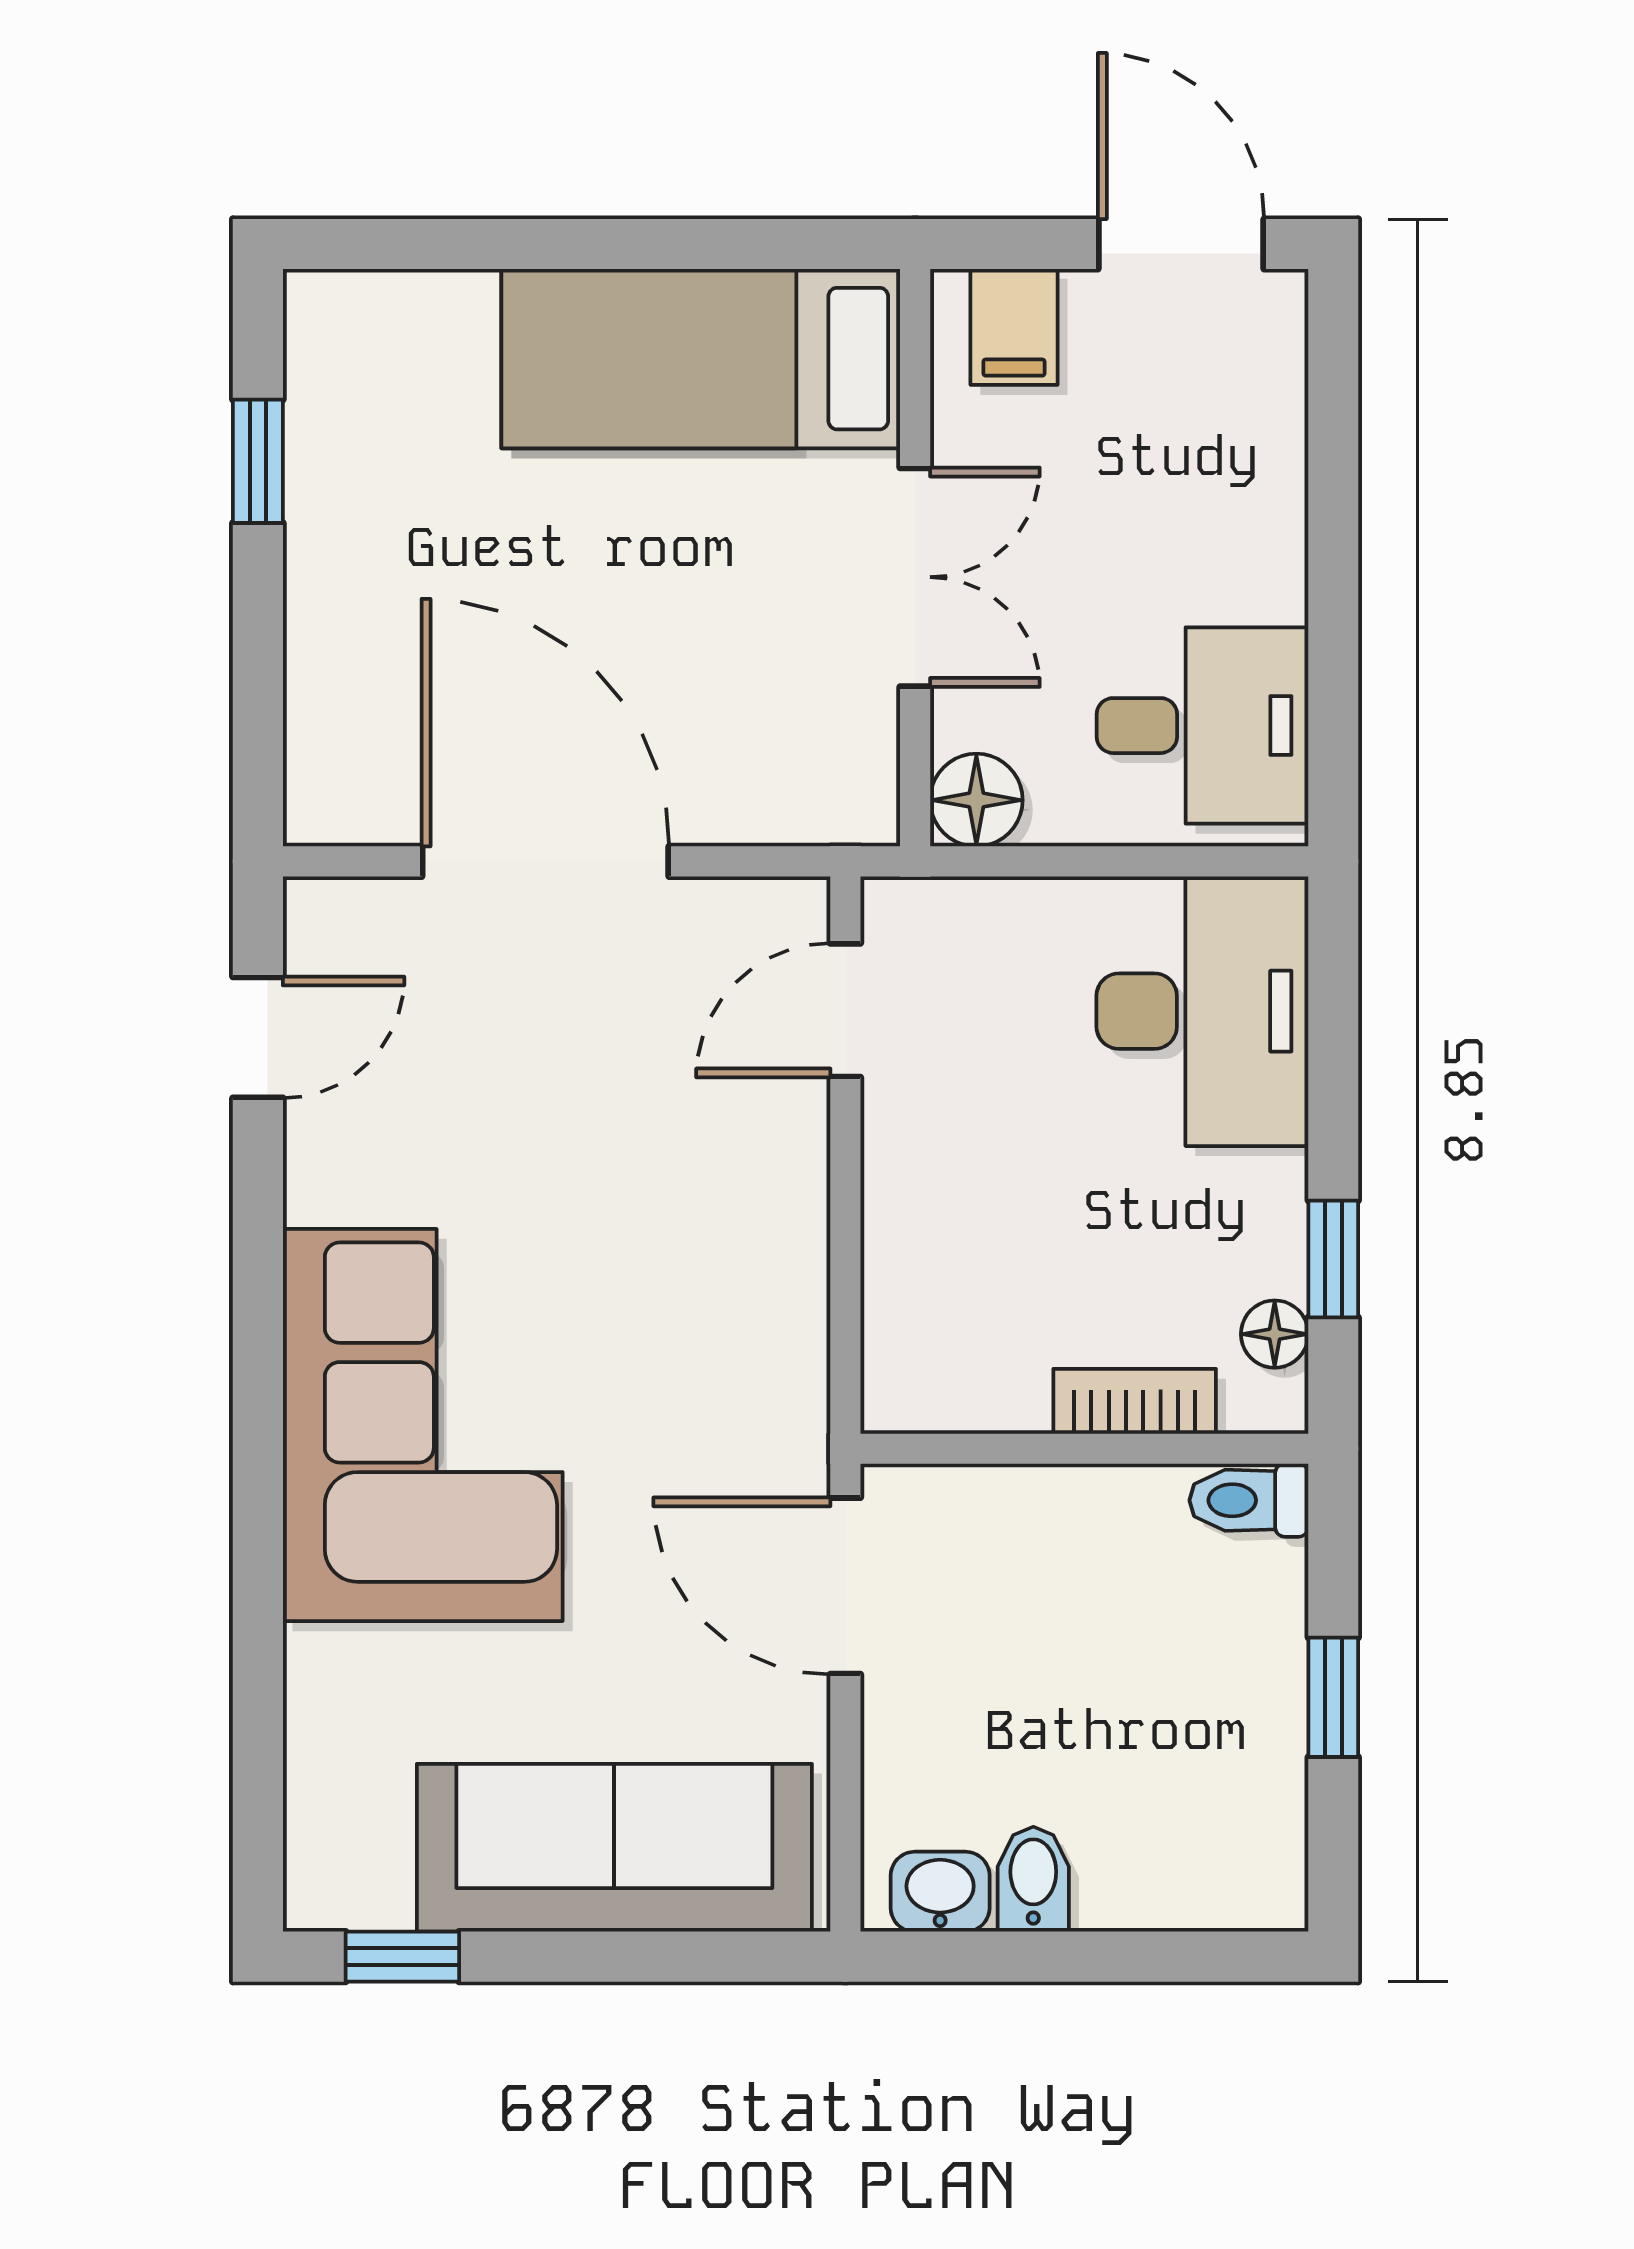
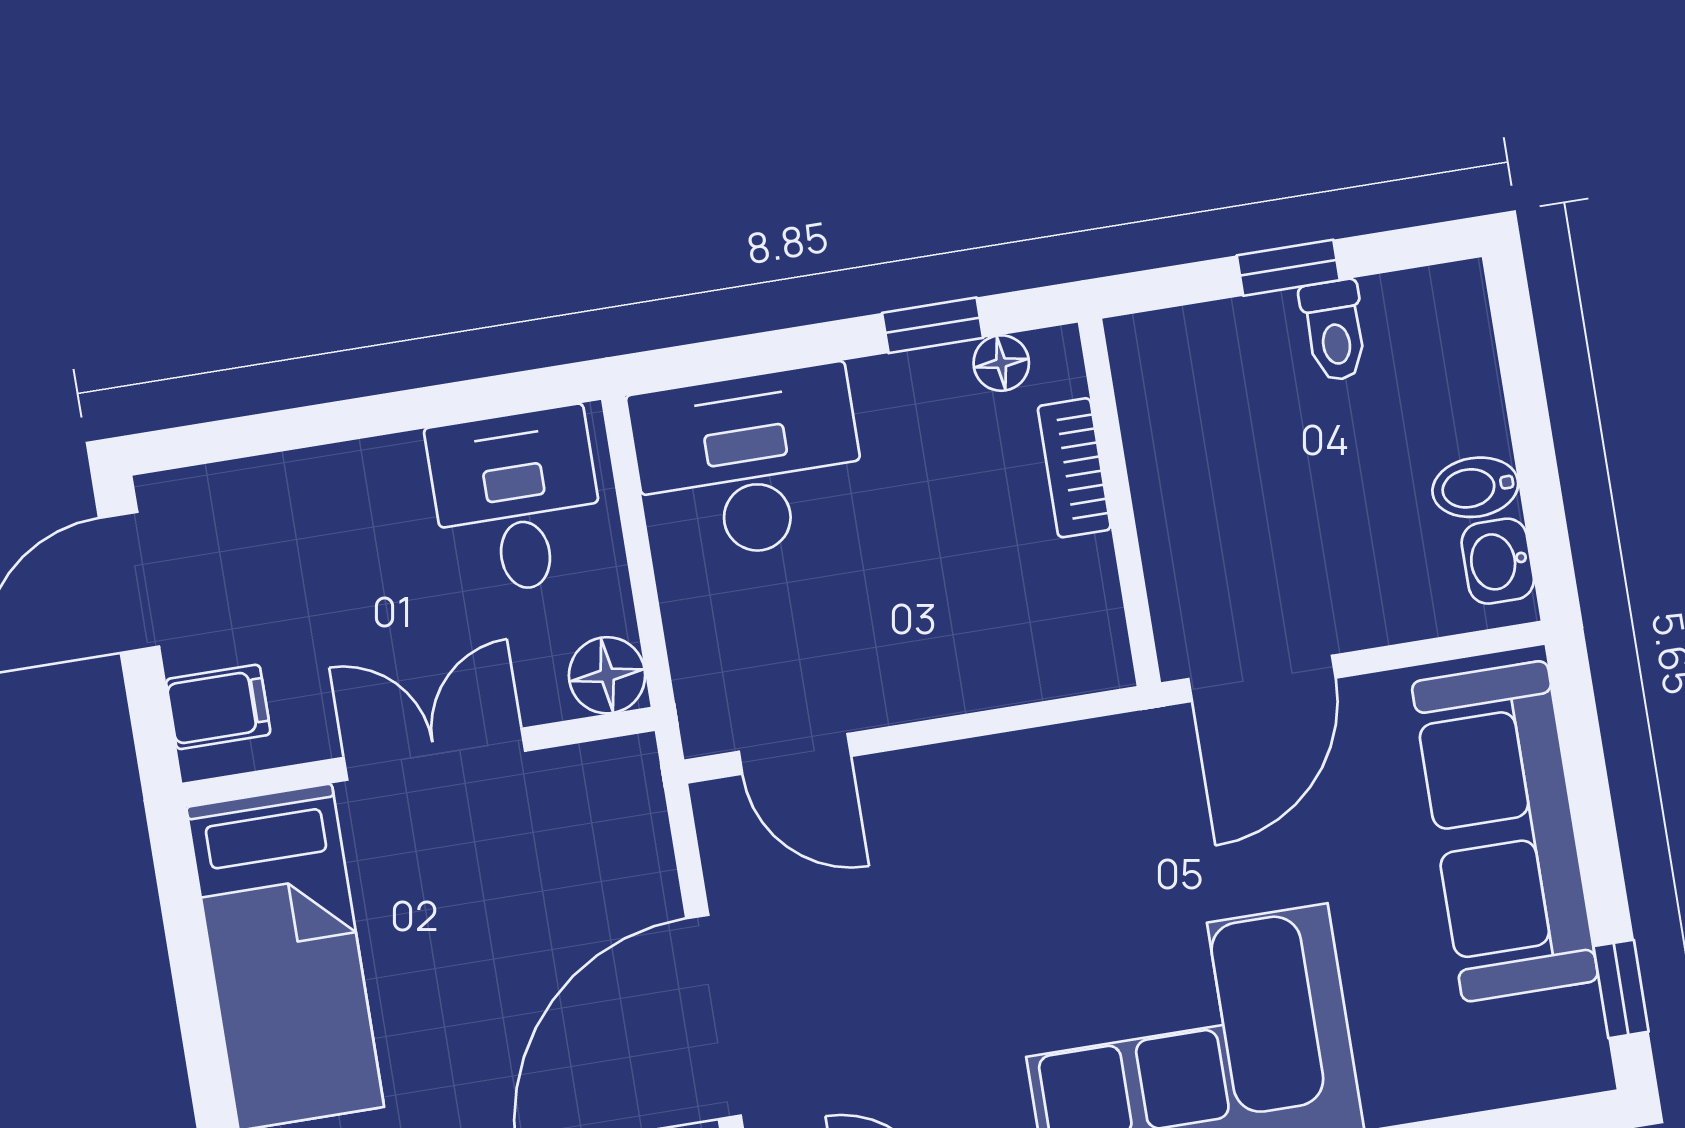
toilet: (1249, 1500) -> (1334, 331), moved

